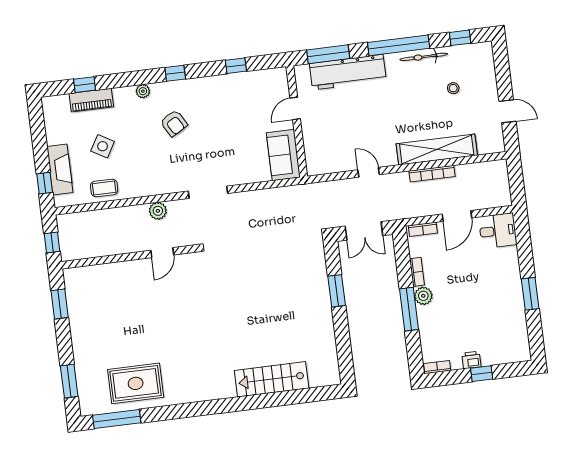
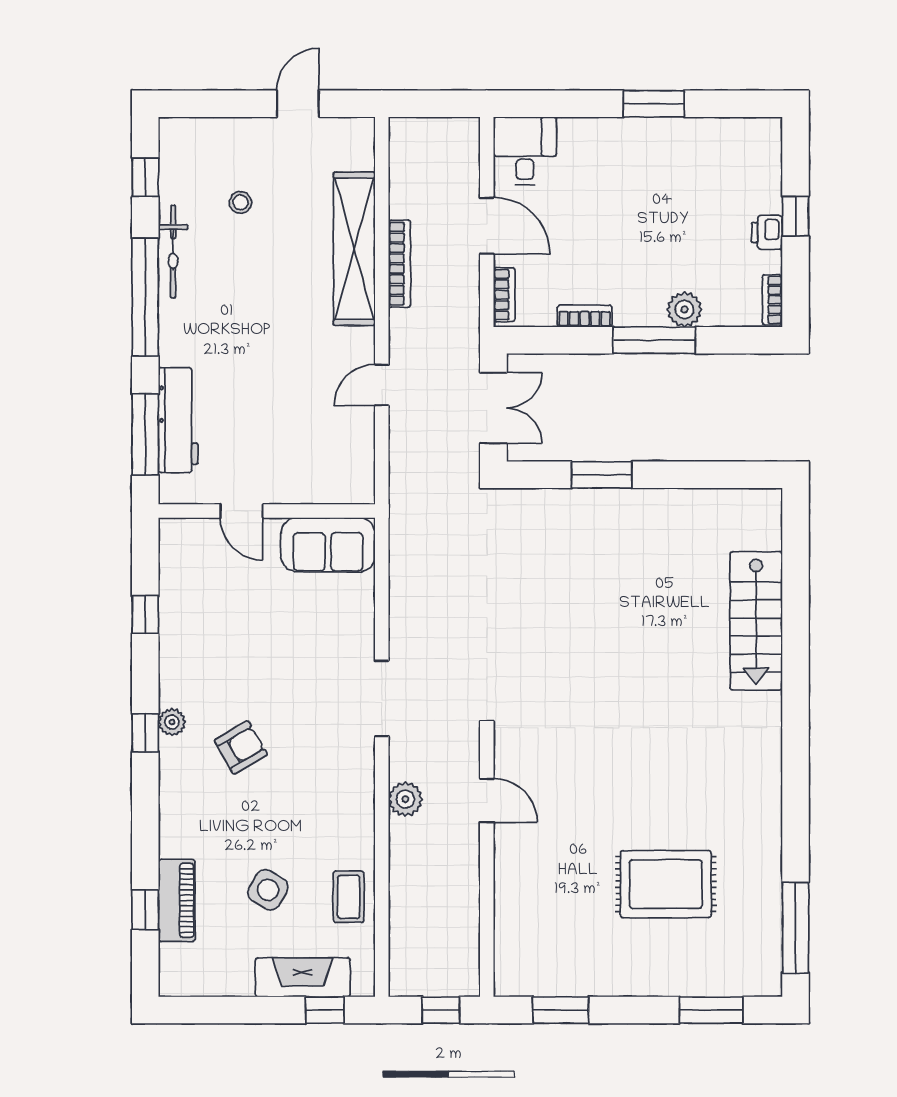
workbench: (348, 72) -> (178, 420), width x0.73, depth x0.76
plant: (143, 91) -> (172, 722), moved
plant: (423, 296) -> (684, 310), moved
rug: (136, 383) -> (666, 884), moved, turned 90

